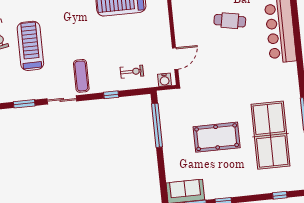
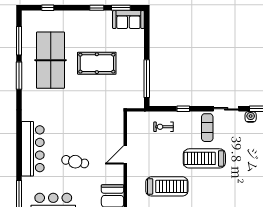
treadmill: (30, 46) -> (204, 158), moved, turned 90
door: (175, 59) -> (125, 155), moved
water cooler: (164, 80) -> (251, 117), moved

